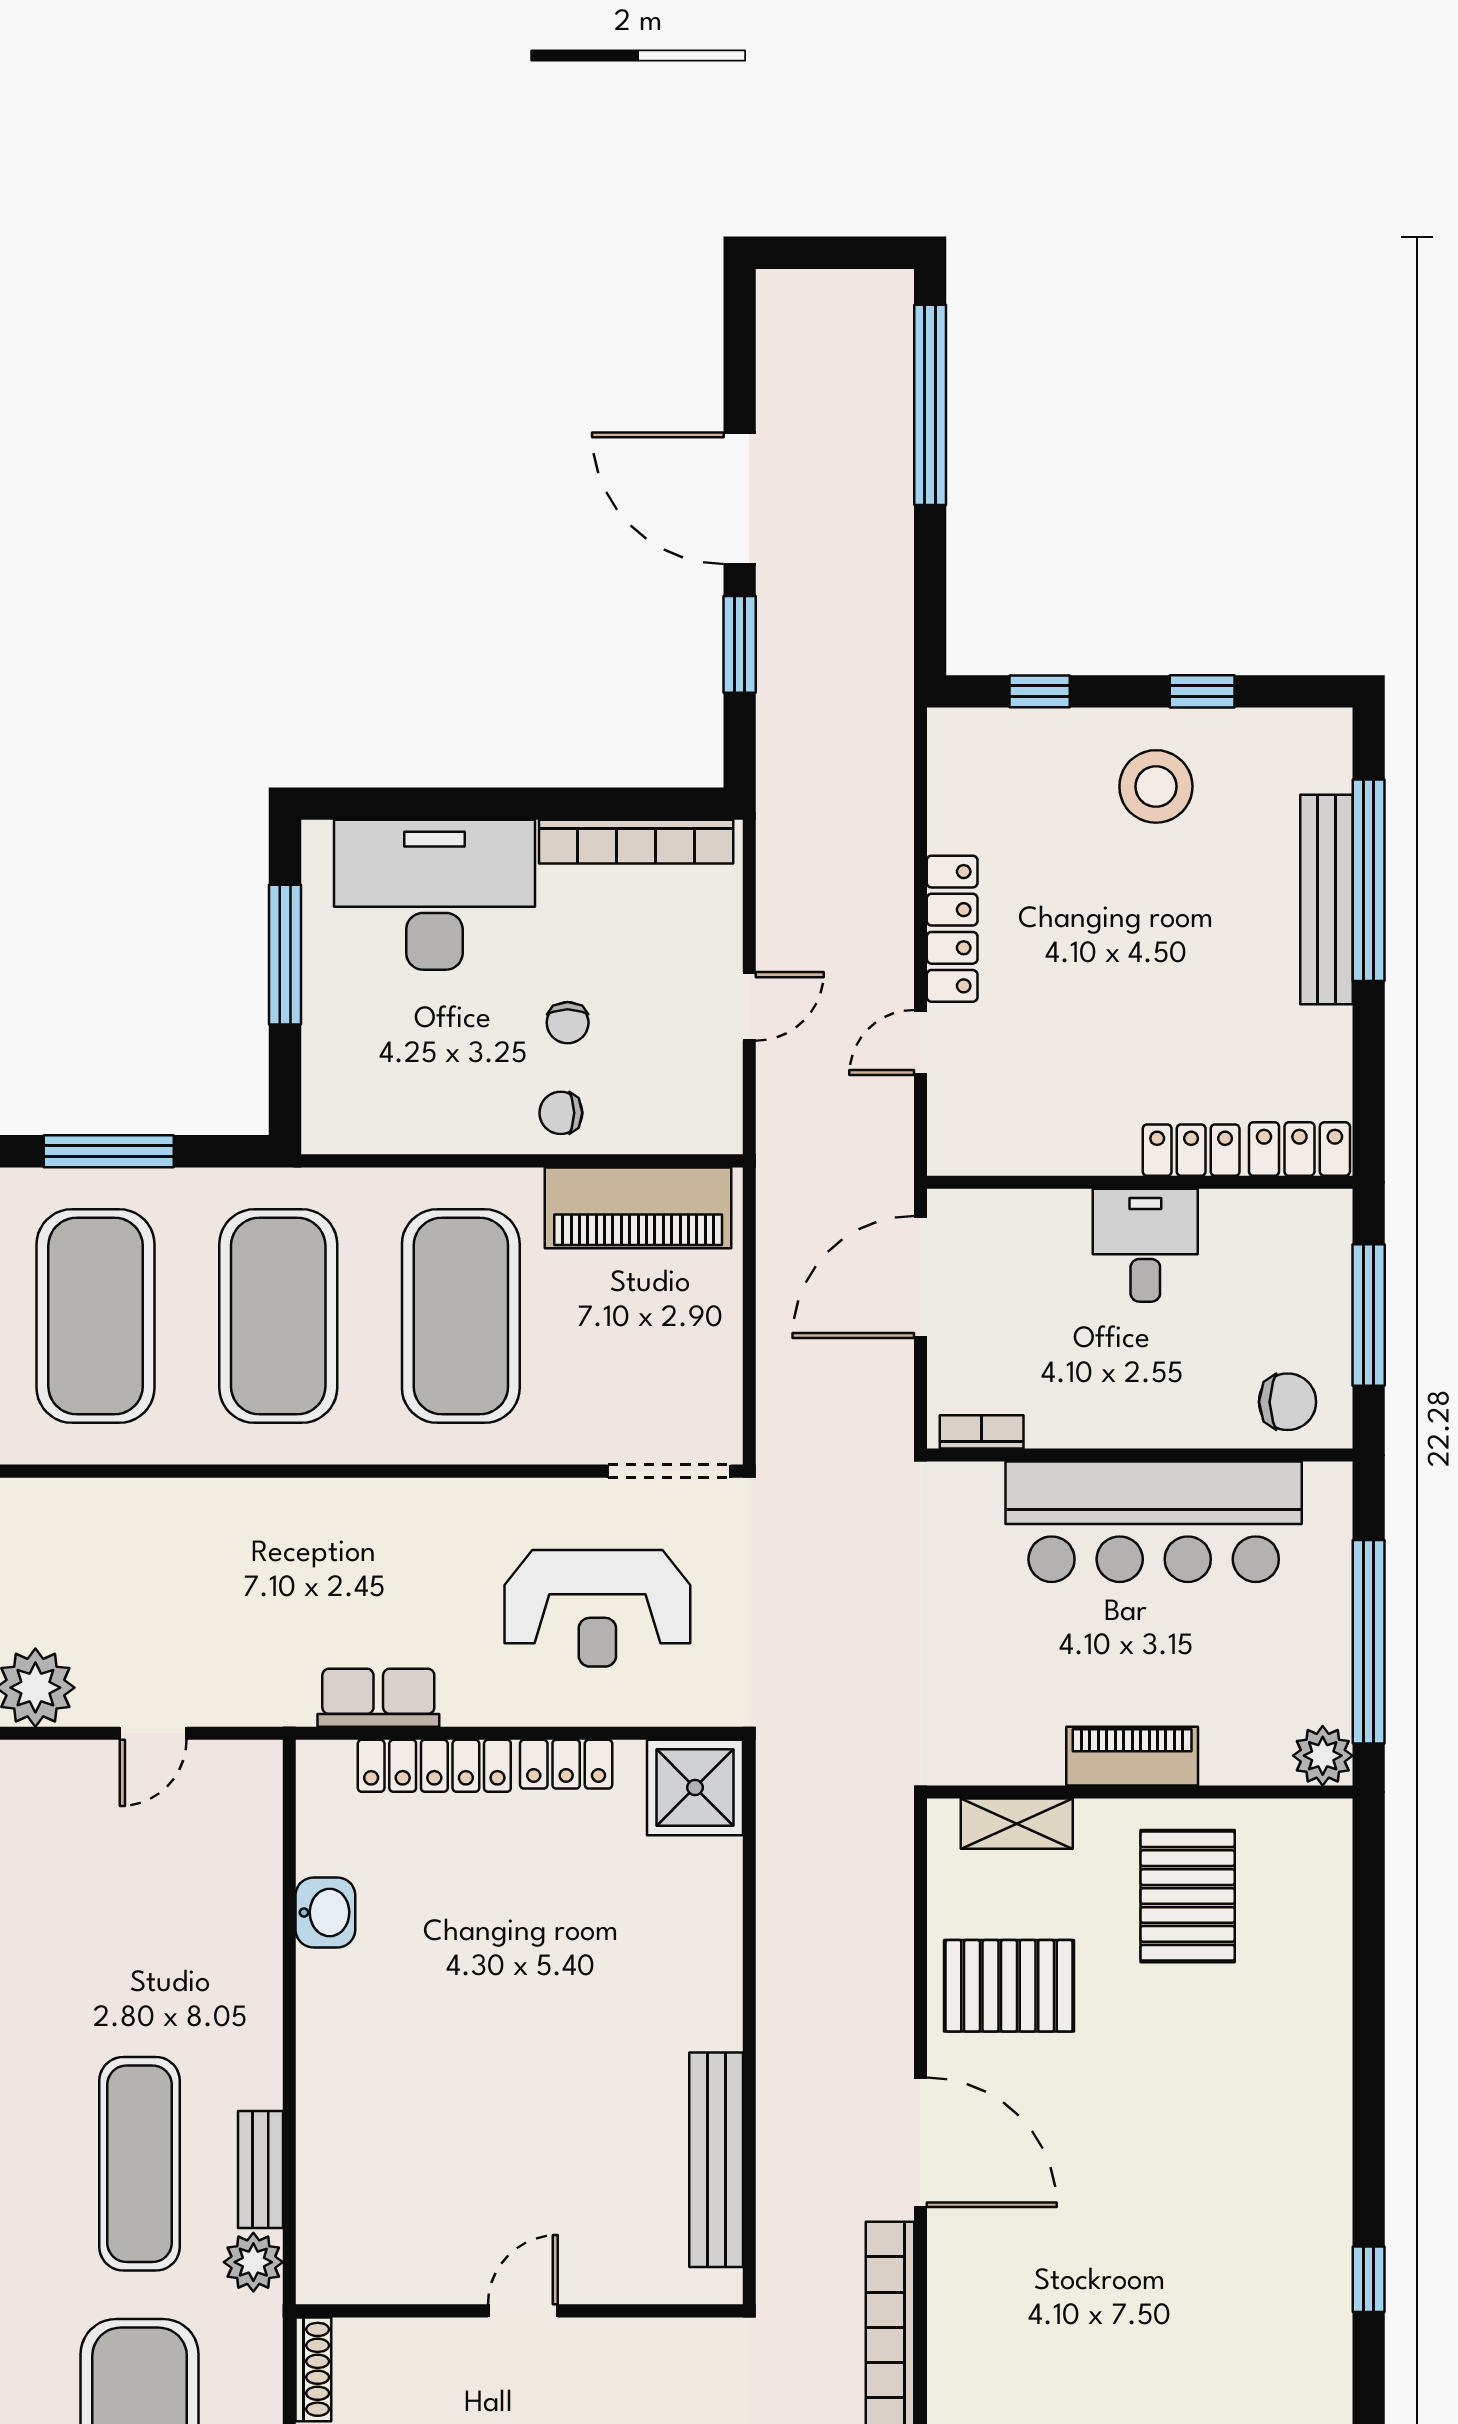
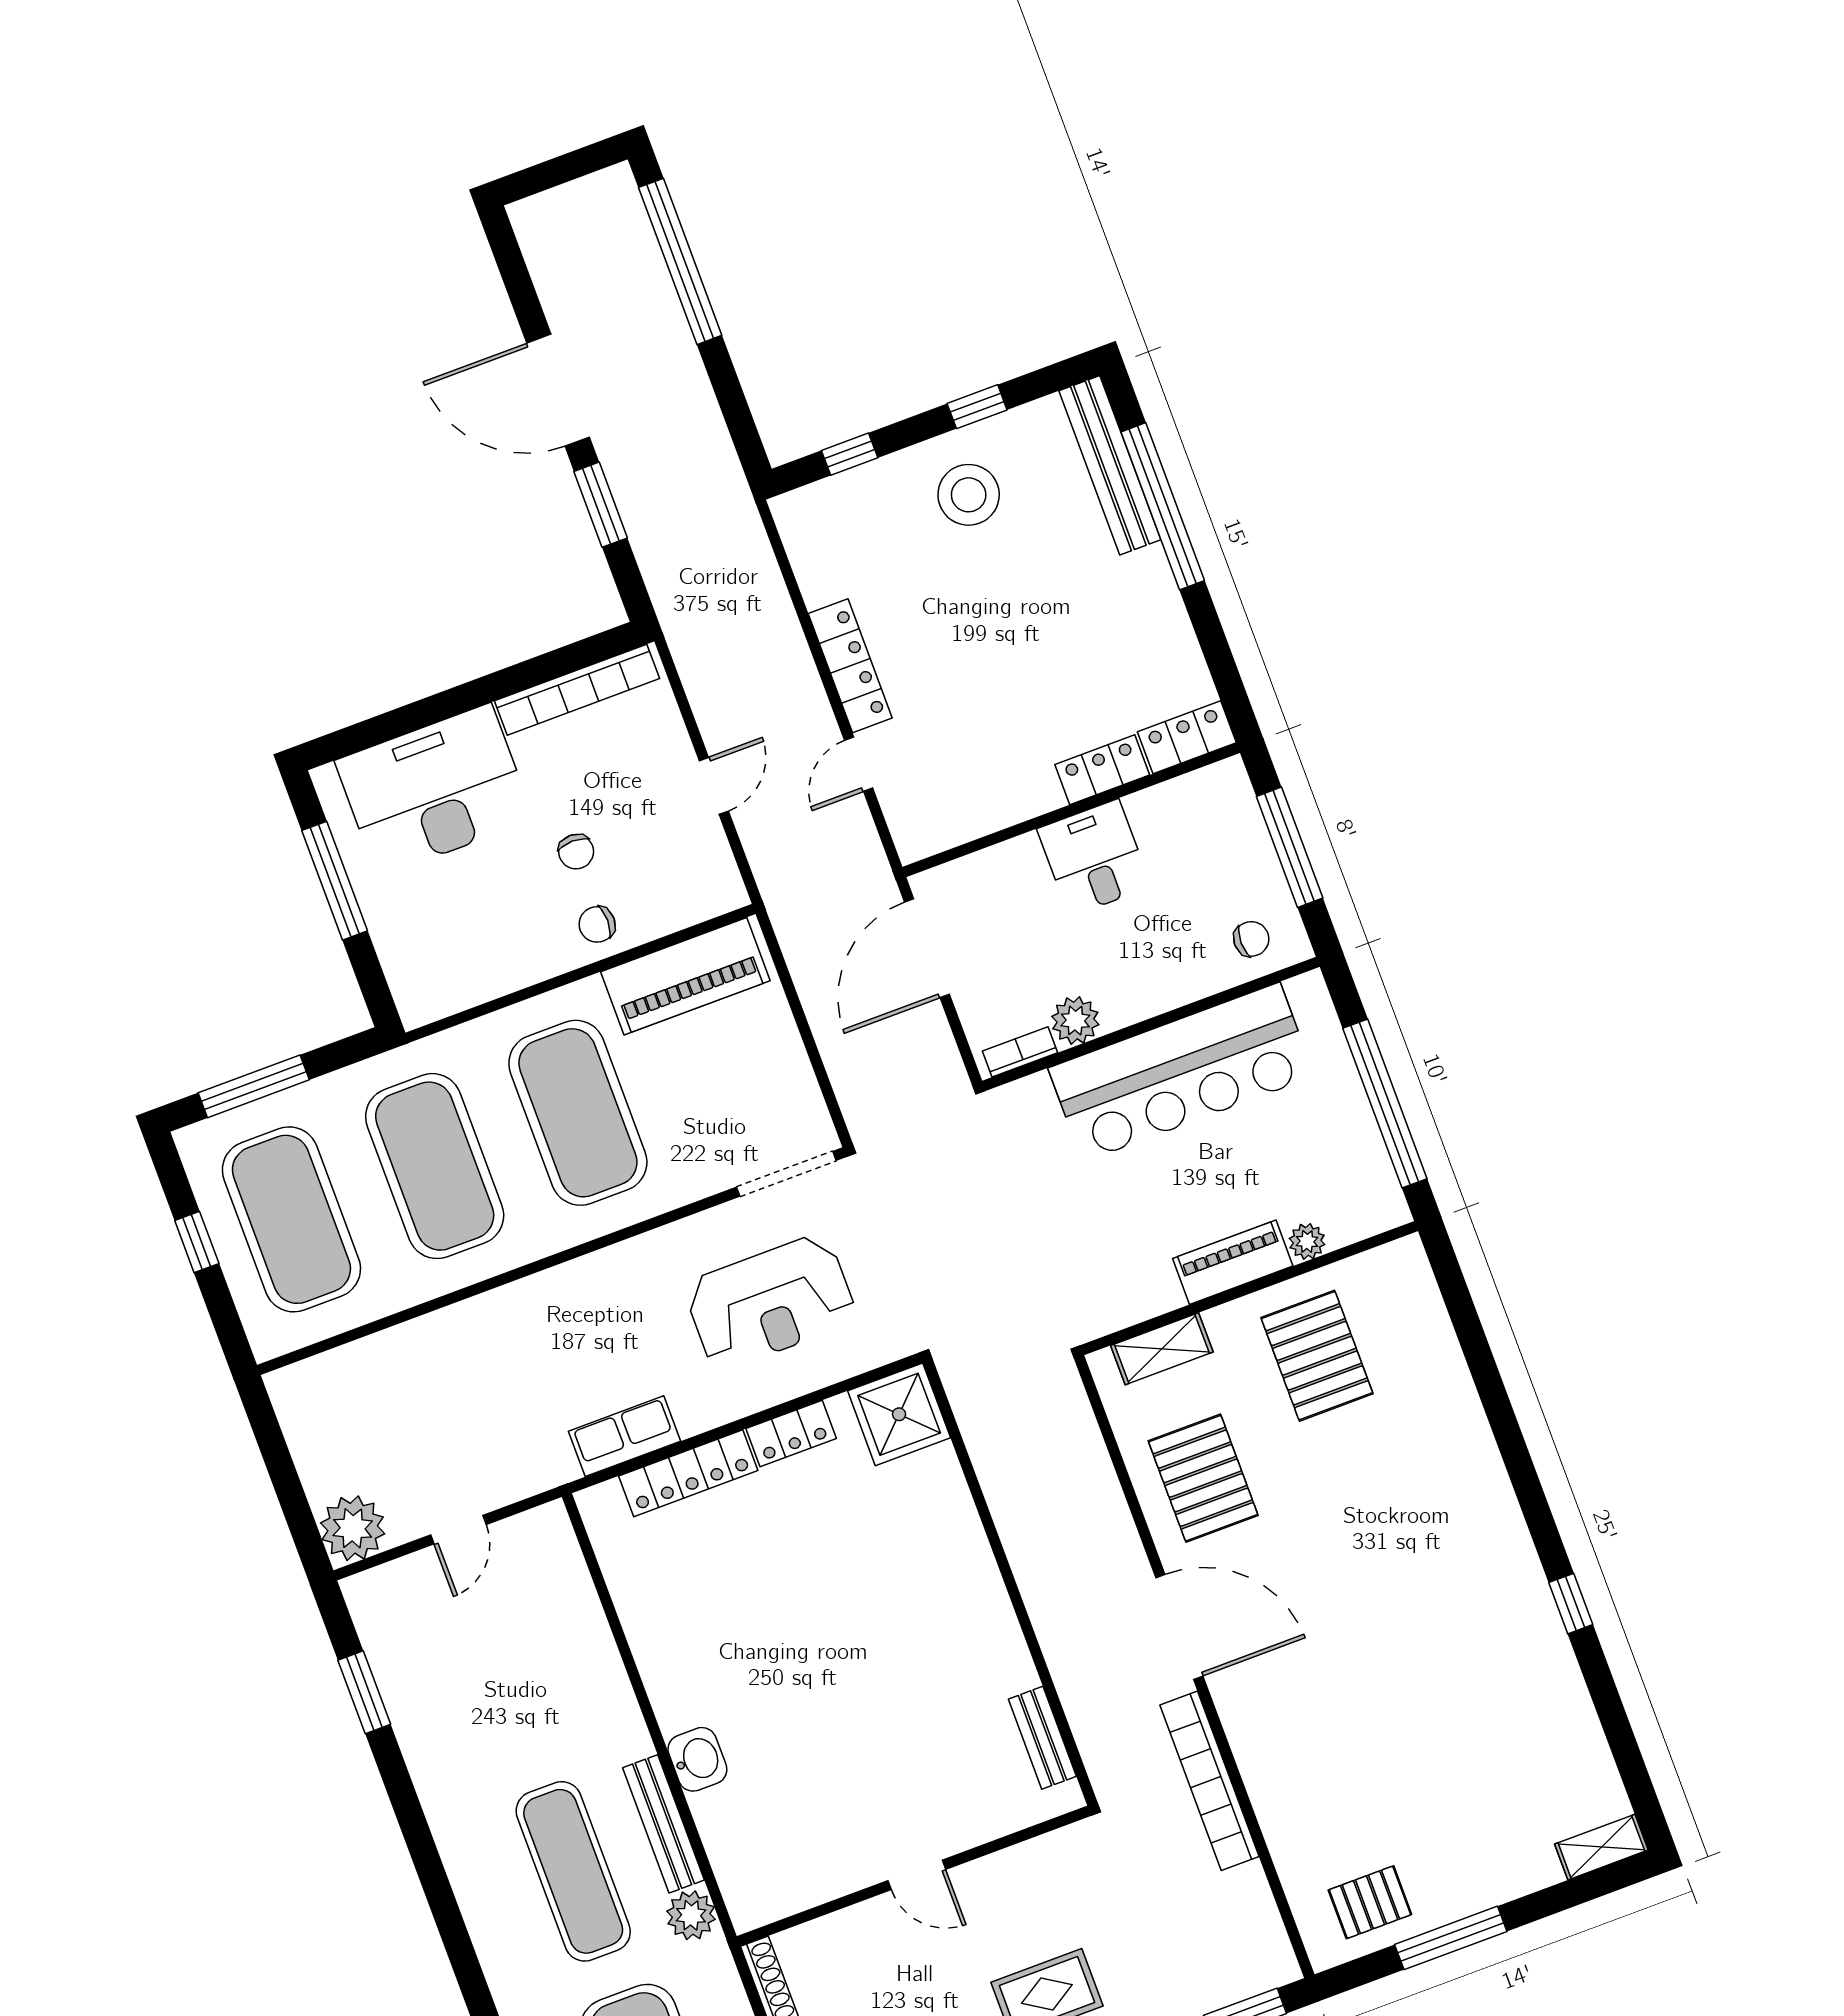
bench: (1327, 900) -> (1110, 465), moved
chair: (1288, 1402) -> (1251, 939), width x0.73, depth x0.73
plant: (1056, 1420) -> (1075, 1021), added
plant: (1323, 1756) -> (1307, 1241), moved, width x0.73, depth x0.73
washbasin: (325, 1912) -> (697, 1759), moved
pallet: (1009, 1986) -> (1203, 1478), turned 90
bench: (716, 2160) -> (1042, 1738), width x0.54, depth x0.82
bench: (260, 2170) -> (663, 1824), width x1.36
door: (523, 2311) -> (917, 1875), swing flipped

